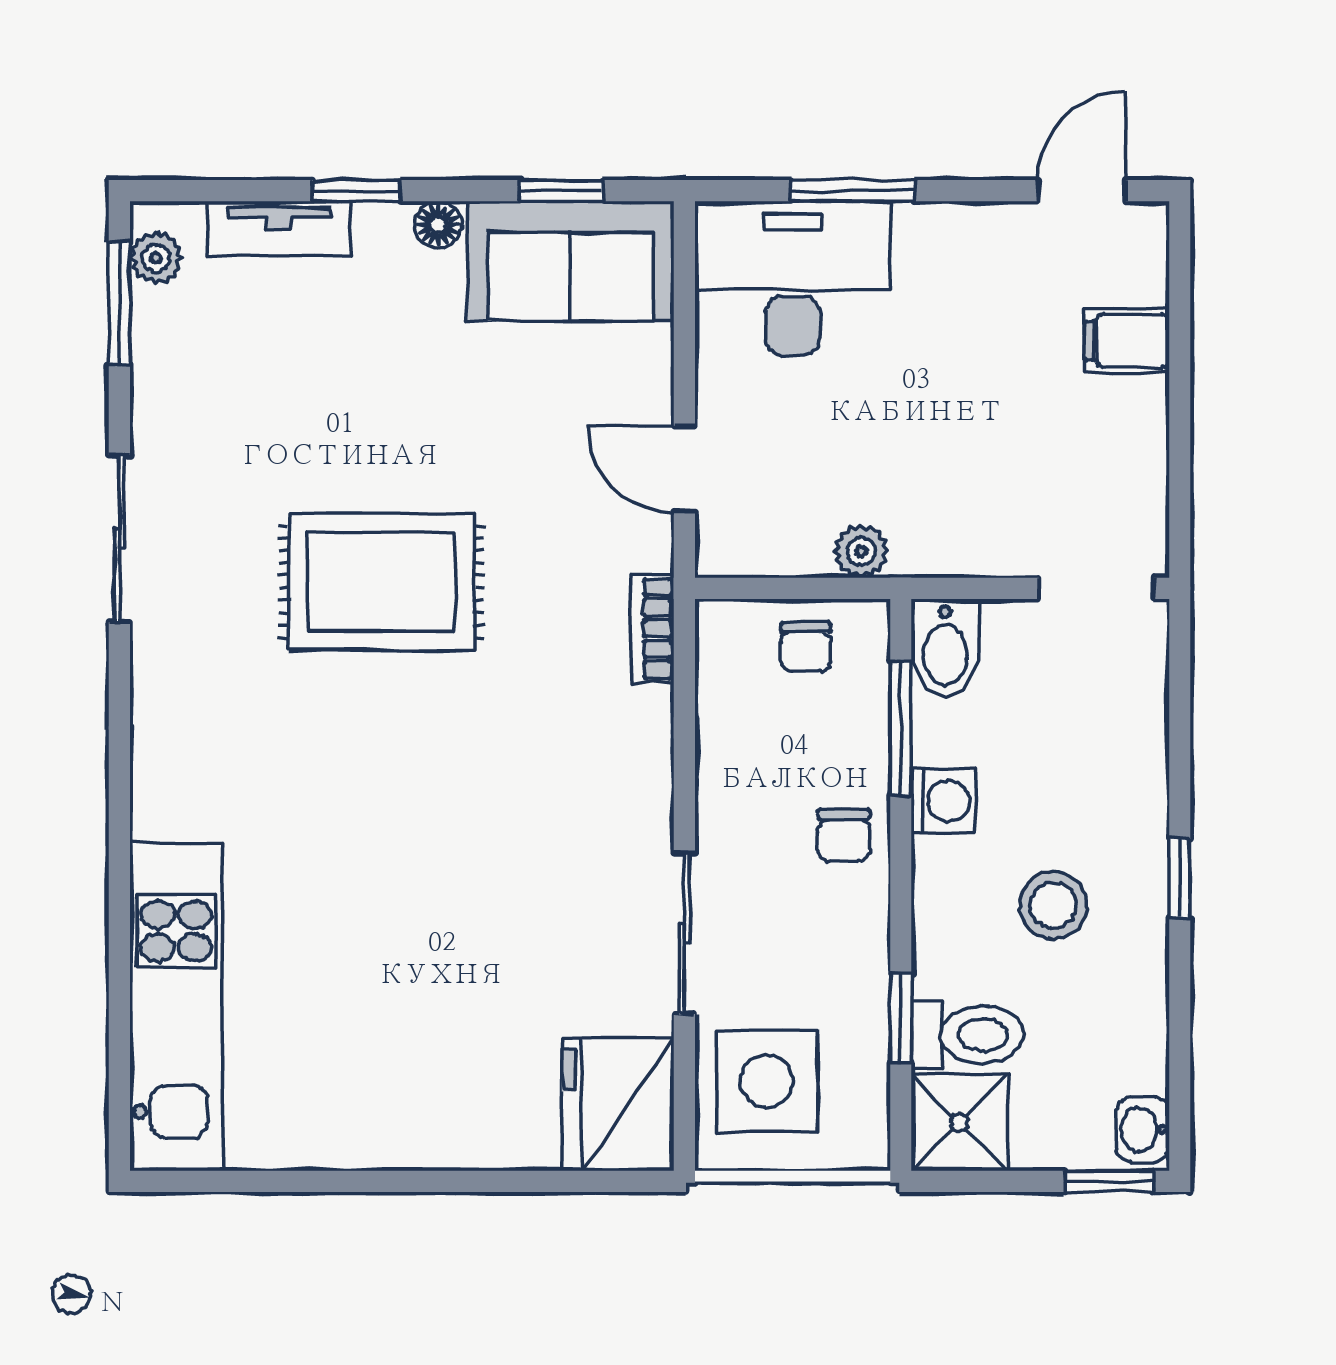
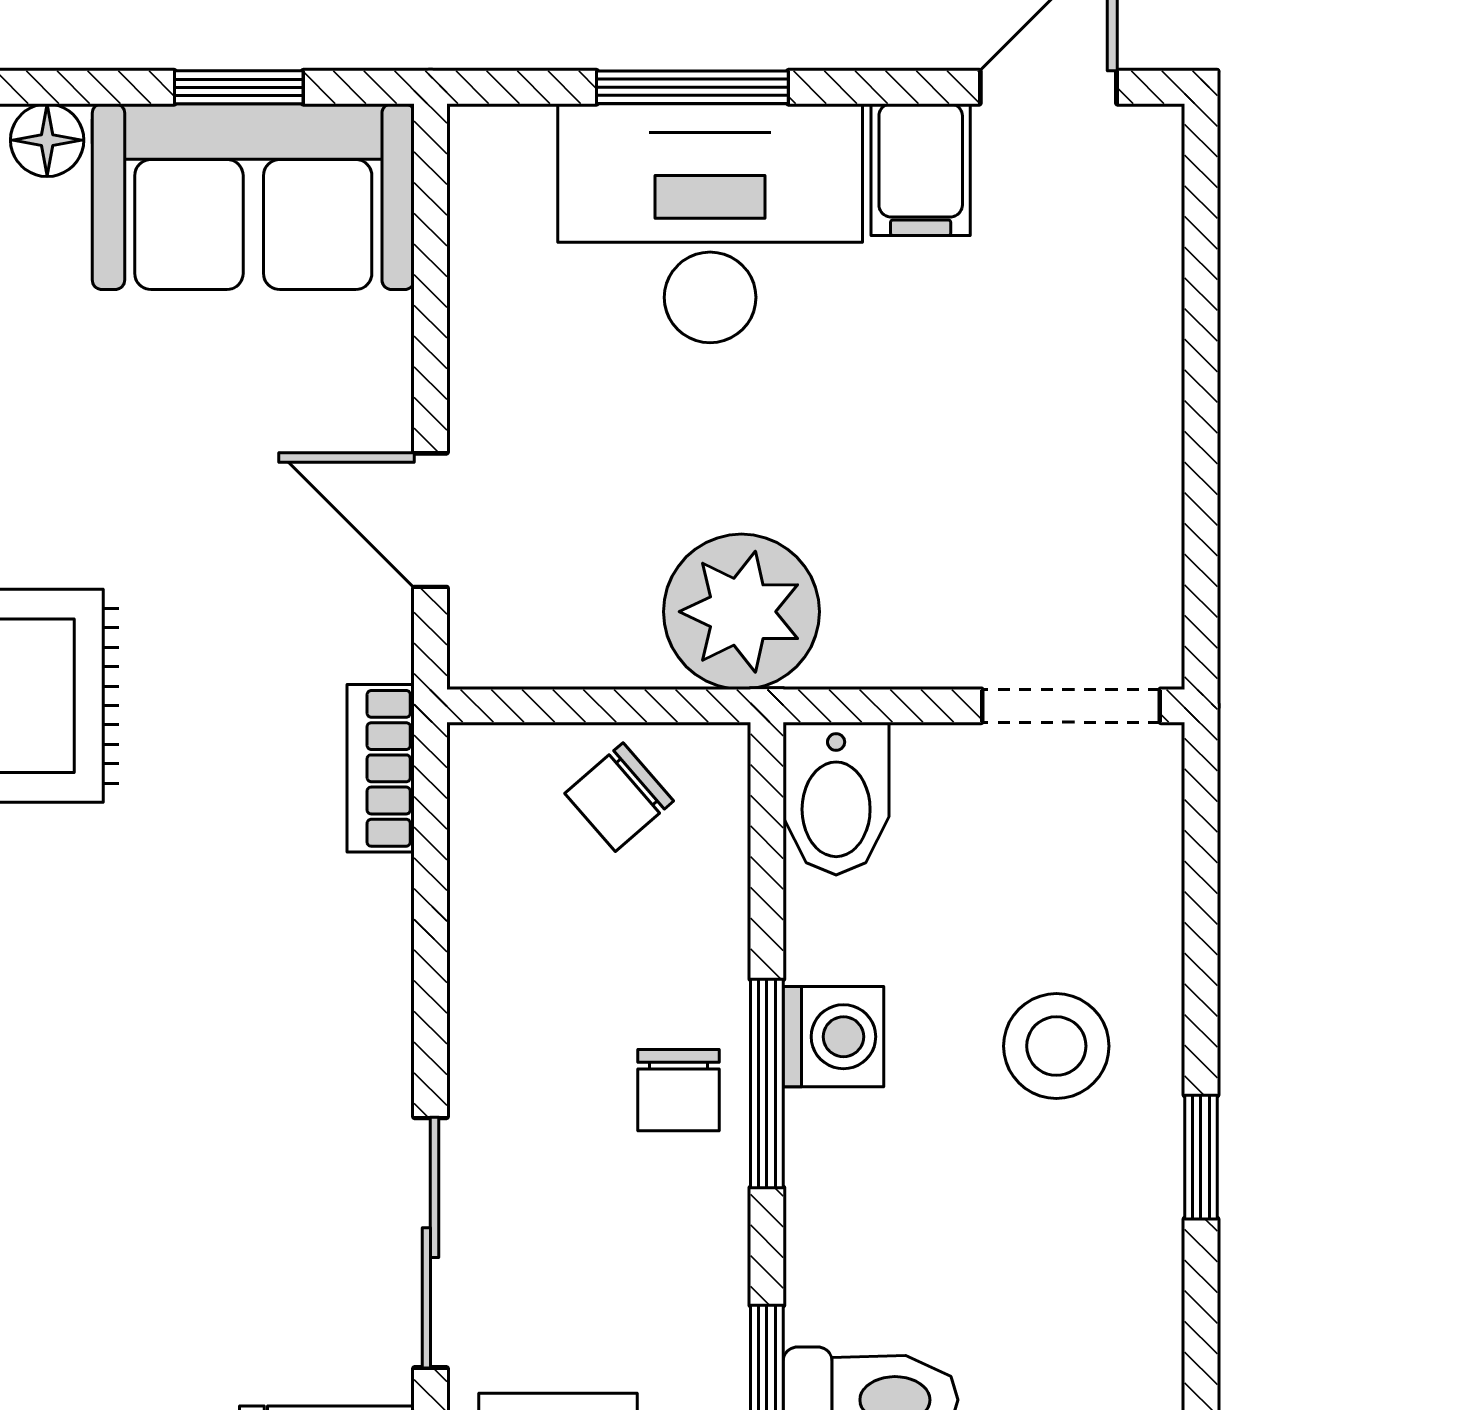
desk: (793, 278) -> (710, 223), moved
filing cabinet: (1127, 340) -> (921, 170), moved, turned -90
plant: (861, 551) -> (741, 612), width x1.88, depth x1.88
chair: (806, 647) -> (619, 797), turned 49
window: (901, 728) -> (767, 1083), moved
stool: (1053, 905) -> (1056, 1046), moved

